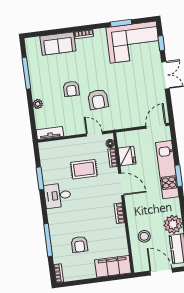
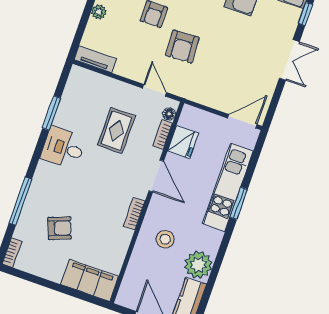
rug: (84, 169) -> (116, 131), turned 90
stool: (144, 236) -> (165, 239), moved
armchair: (79, 244) -> (59, 228), turned -111

